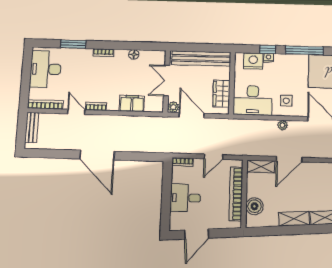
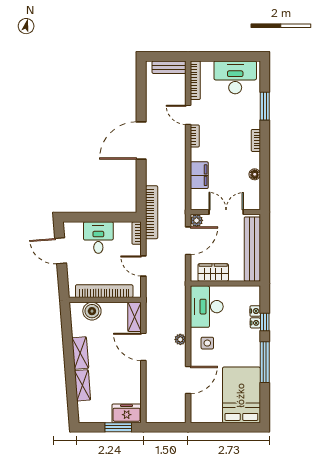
nightstand: (253, 61) -> (255, 311), width x0.53, depth x0.56
door: (76, 112) -> (188, 115), swing flipped
bookcase: (164, 148) -> (152, 212), added

